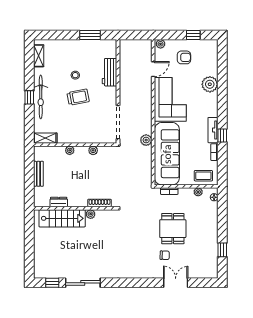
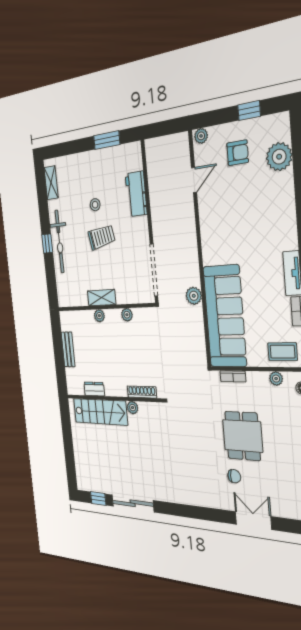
plant: (210, 84) -> (279, 157), moved
corner sofa: (170, 99) -> (223, 227), removed
shelving: (45, 138) -> (102, 298), moved

